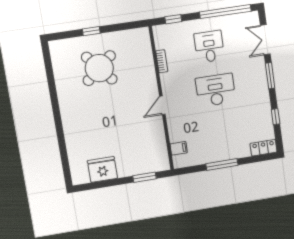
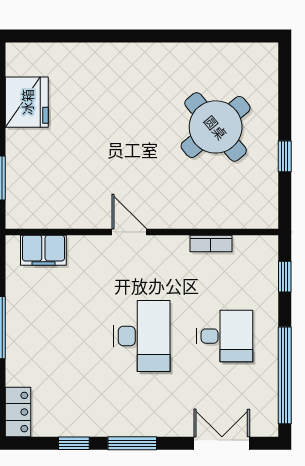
window: (91, 31) -> (285, 156), moved
window: (270, 76) -> (132, 443), moved
filing cabinet: (179, 148) -> (43, 250), width x2.00

